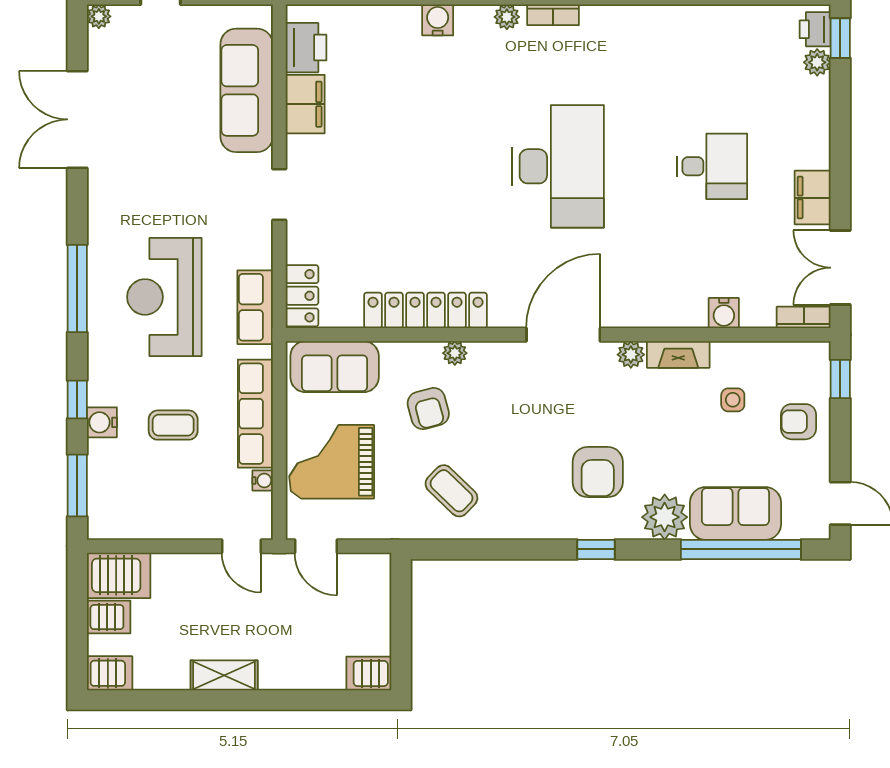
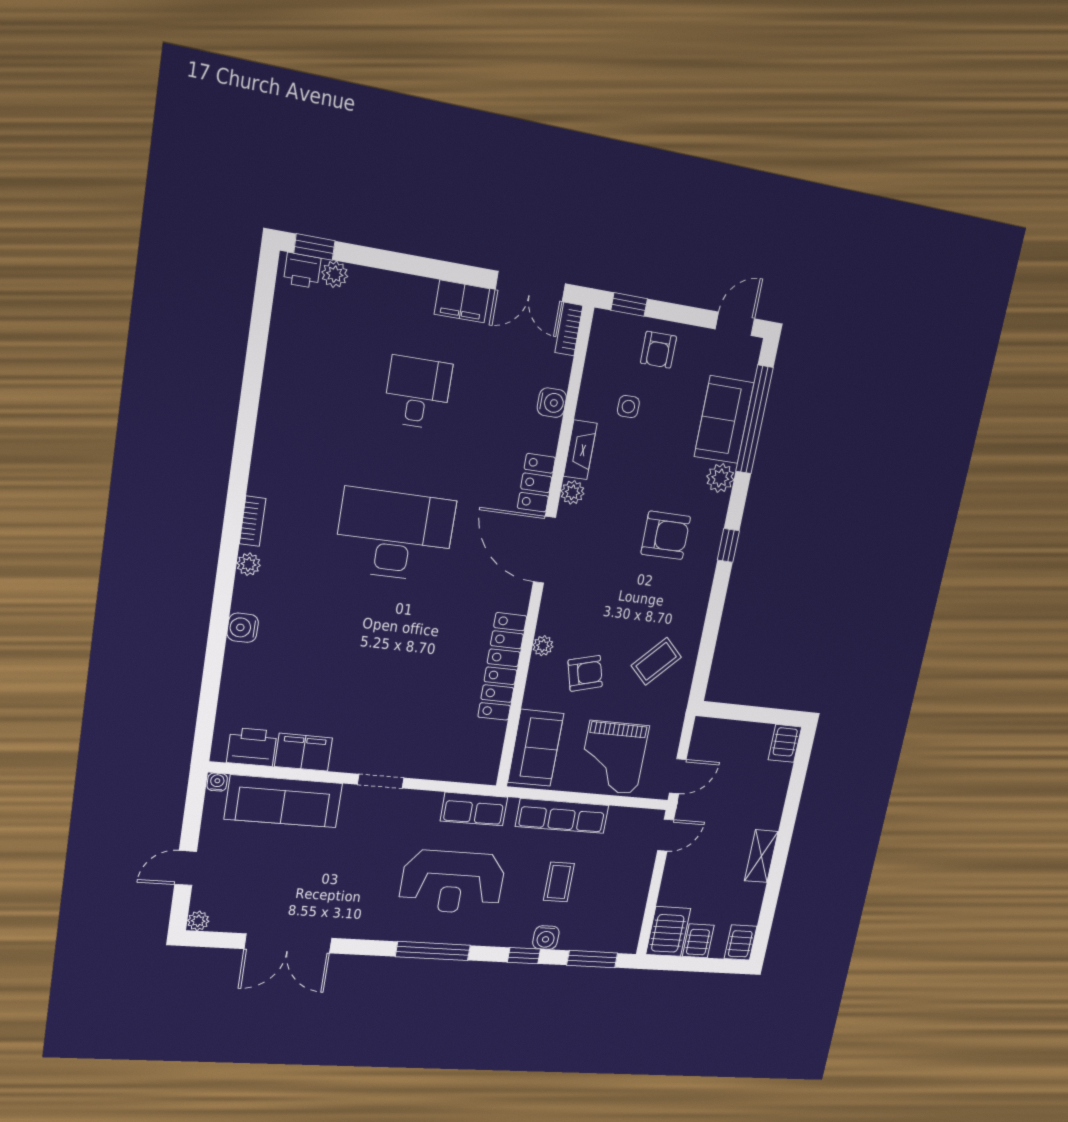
locker: (302, 296) -> (536, 483), moved, turned -90
water cooler: (263, 481) -> (217, 782), moved
plant: (665, 517) -> (720, 478), width x0.73, depth x0.73

